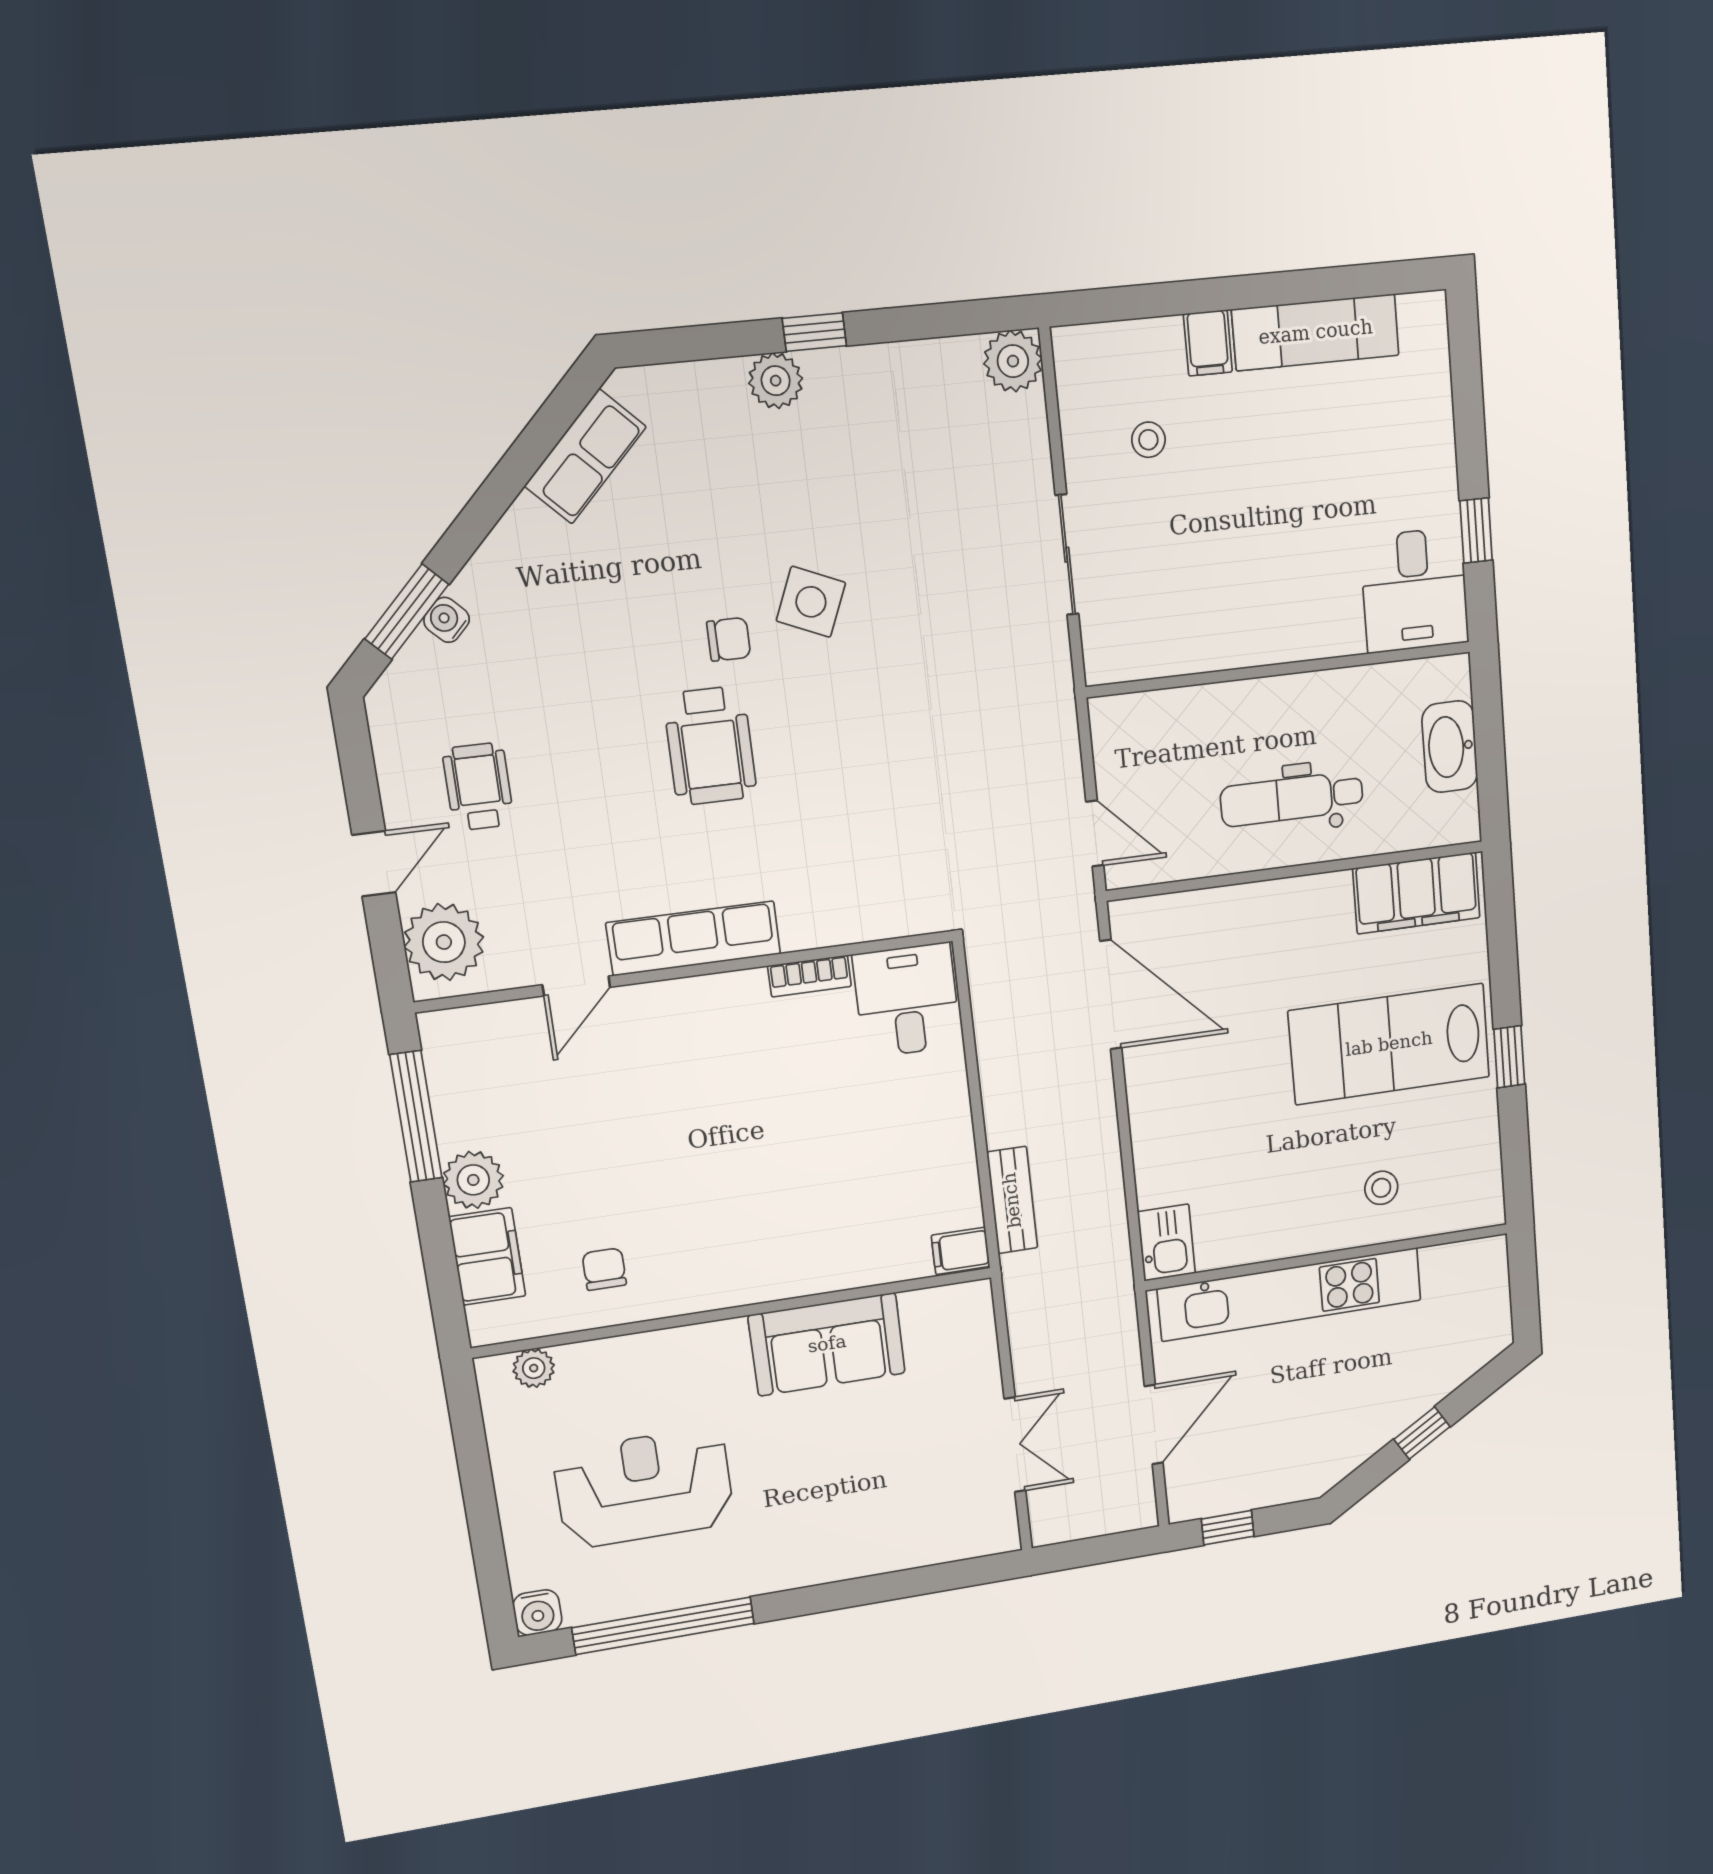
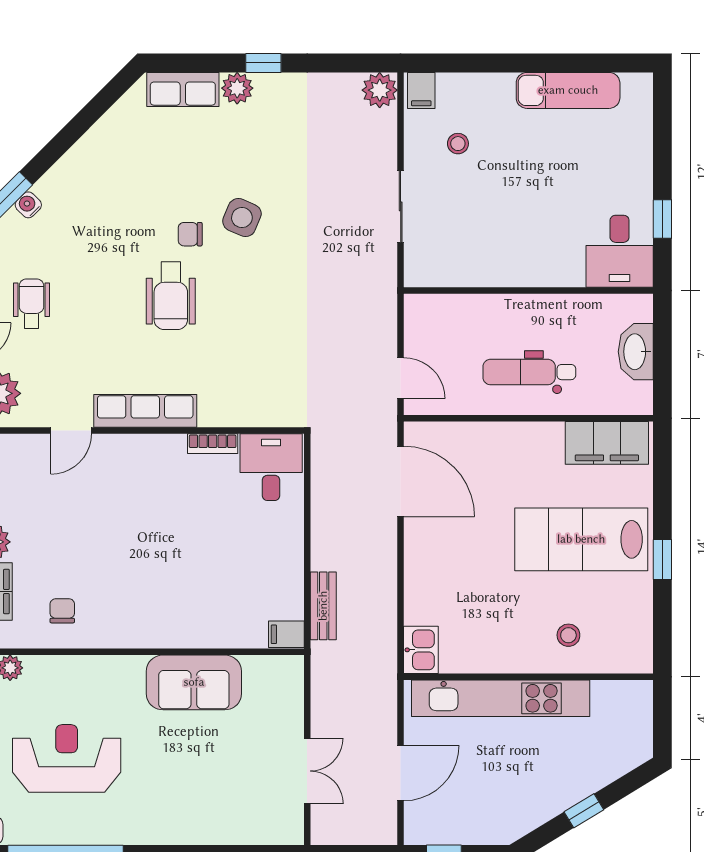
filing cabinet: (1208, 343) -> (421, 91), moved
row of seats: (585, 456) -> (183, 89), moved, turned 45
chair: (729, 639) -> (190, 234), turned 180

